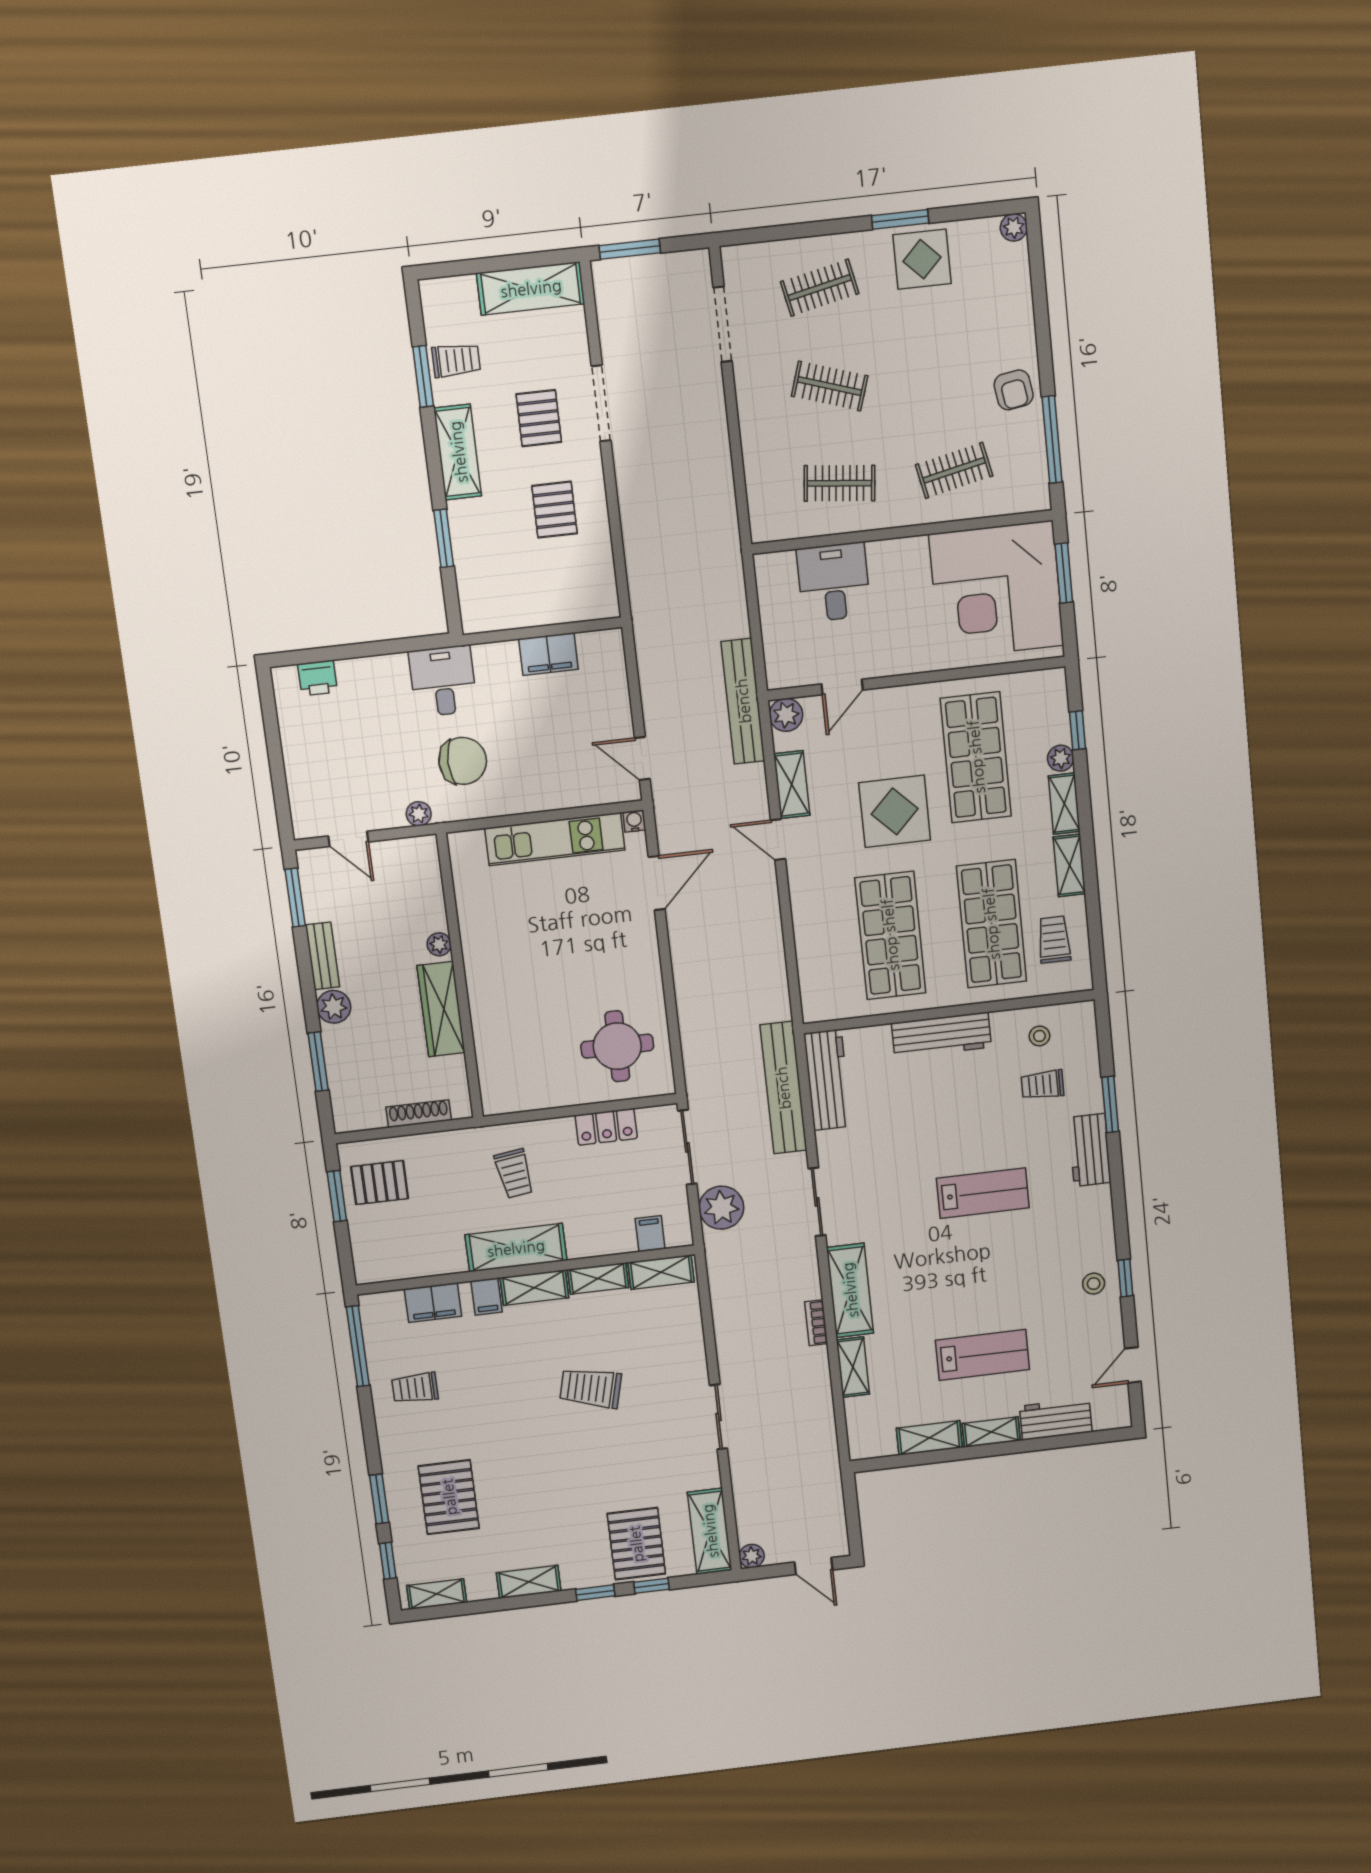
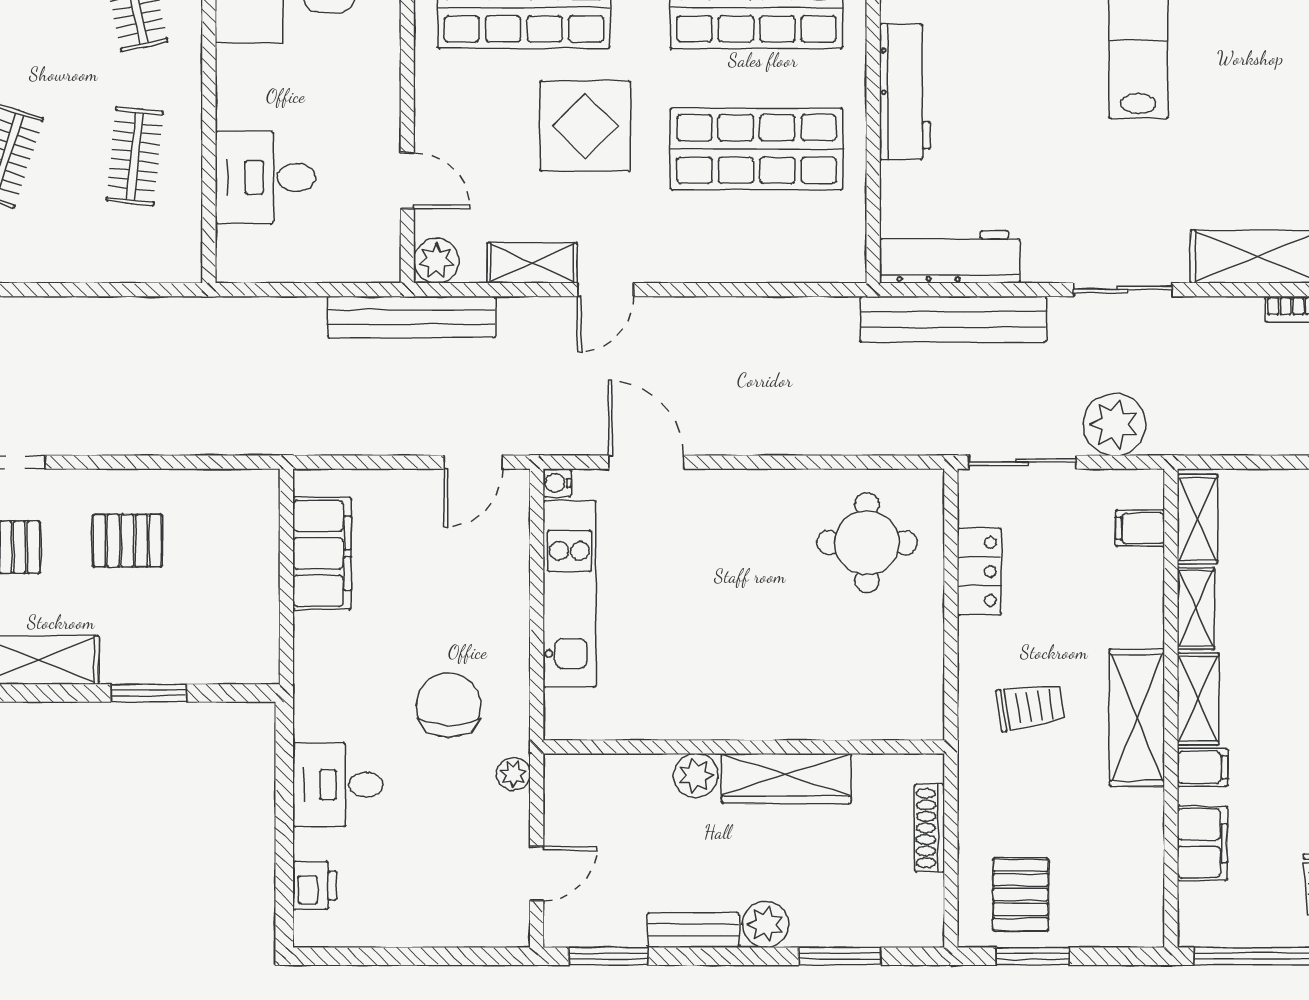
filing cabinet: (548, 654) -> (322, 553), width x1.50, depth x1.17
desk: (443, 681) -> (338, 785), moved
plant: (439, 944) -> (696, 776), width x1.38, depth x1.38

